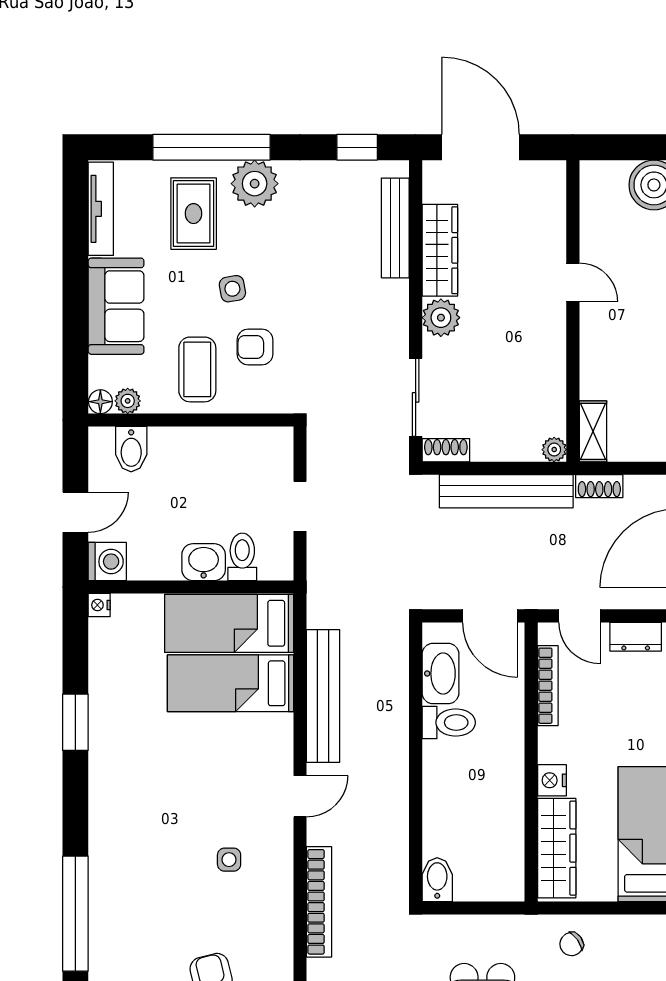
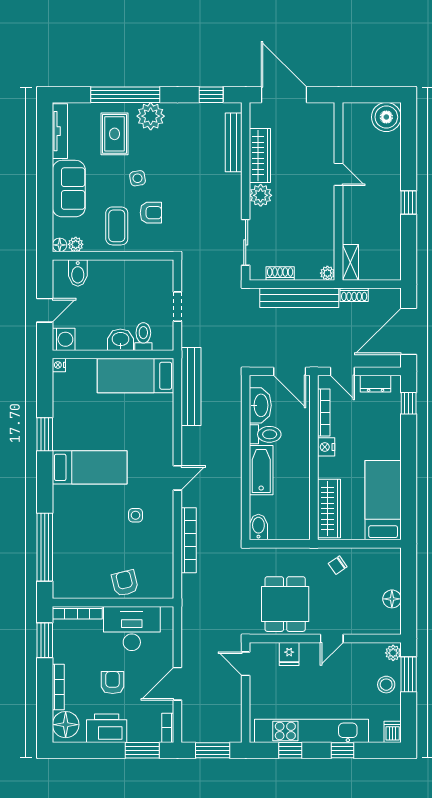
armchair: (255, 347) -> (151, 213), turned 180
shoe rack: (446, 450) -> (280, 274), moved
bed: (231, 683) -> (90, 467), moved, turned 180
bench: (323, 696) -> (191, 386), moved
nightstand: (552, 780) -> (326, 447), moved
bathtub: (442, 783) -> (261, 470), added

